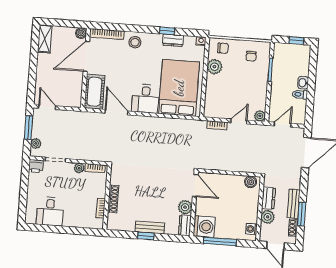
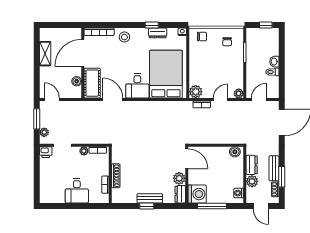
boiler: (81, 33) -> (77, 81), moved
shelving: (45, 39) -> (45, 54), moved
plant: (214, 67) -> (196, 92), moved
desk: (50, 211) -> (77, 191), moved

